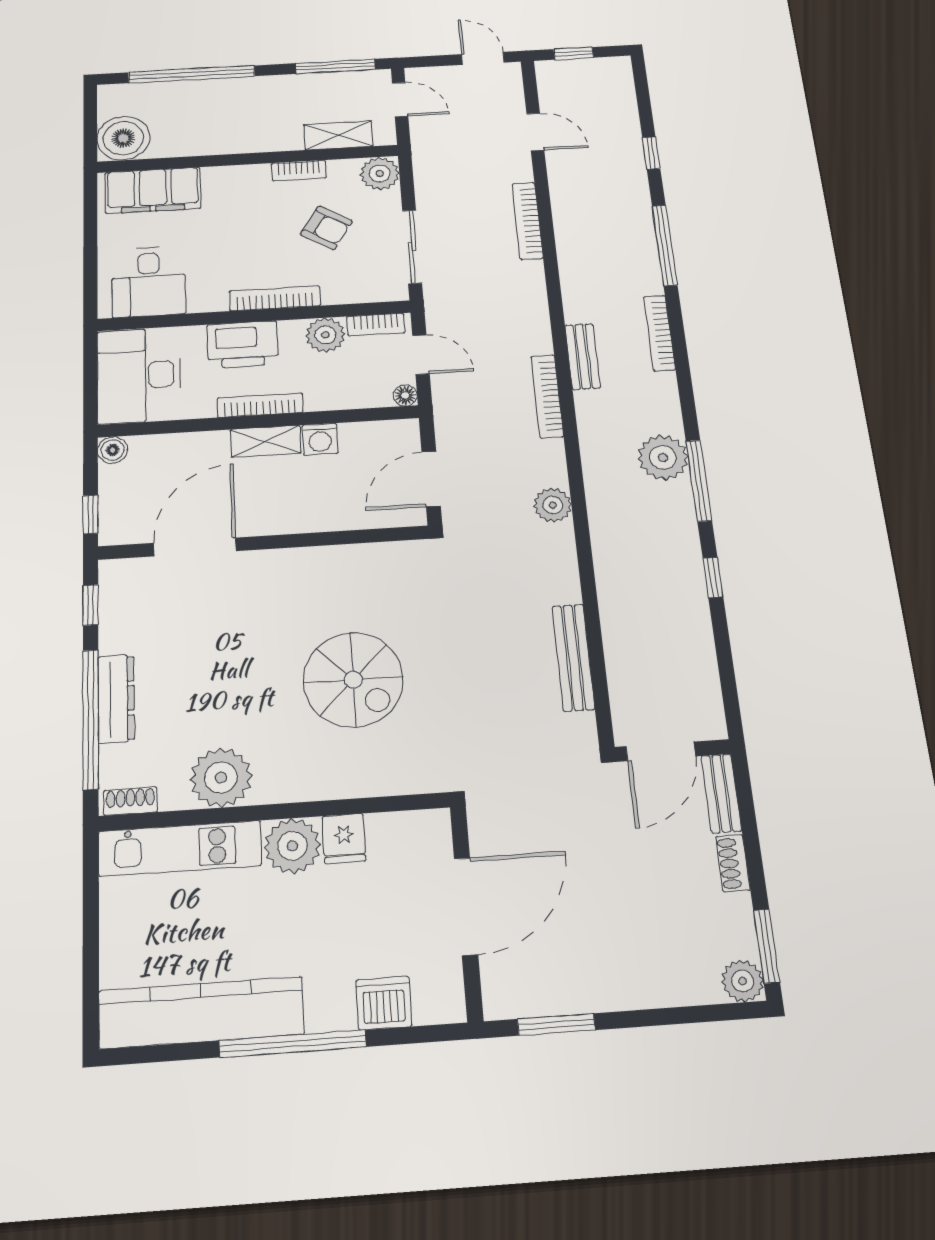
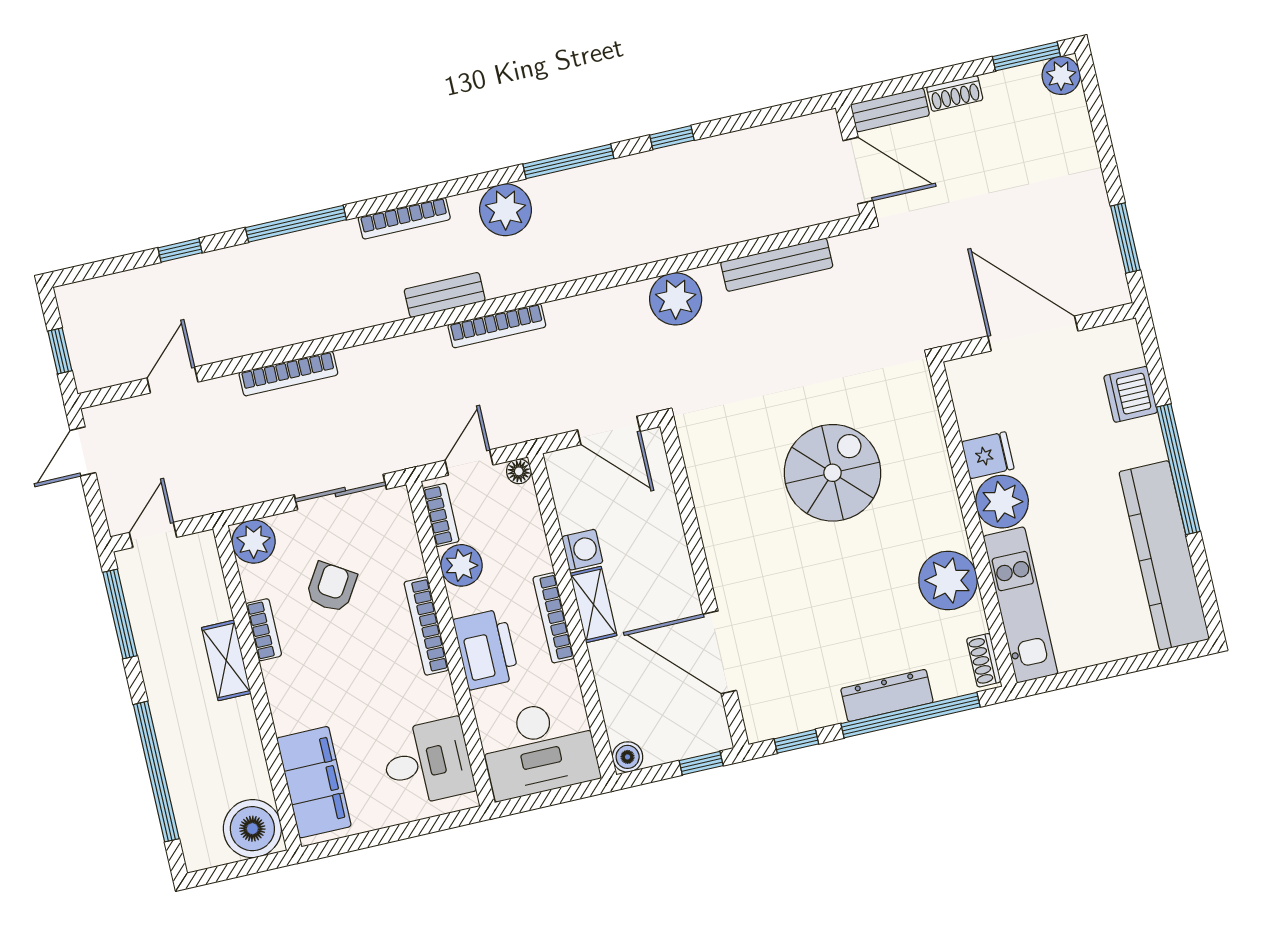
shelving: (338, 135) -> (226, 660), moved
plant: (663, 457) -> (506, 210), moved
plant: (553, 505) -> (676, 299), moved, width x1.36, depth x1.36

